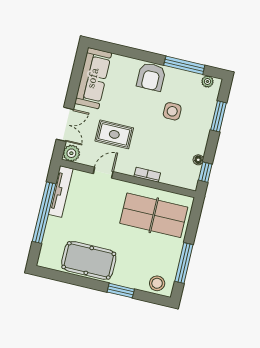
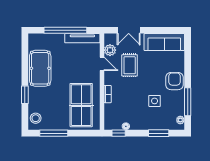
armchair: (151, 77) -> (174, 81), turned 90
plant: (71, 153) -> (110, 50), moved

